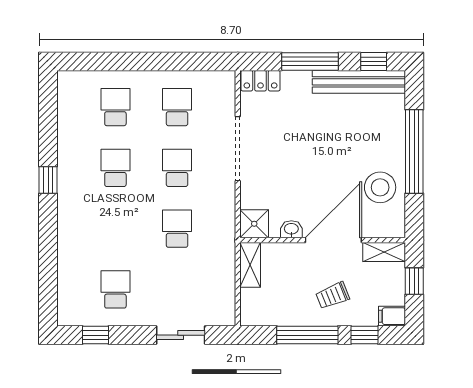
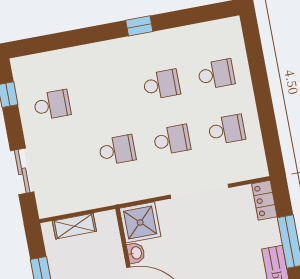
shower: (254, 224) -> (140, 222), width x1.36, depth x1.36
shelving: (250, 265) -> (74, 226), moved

